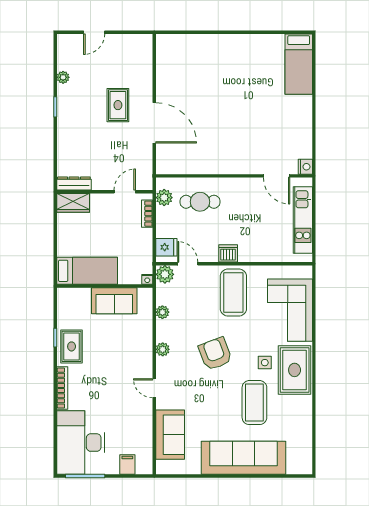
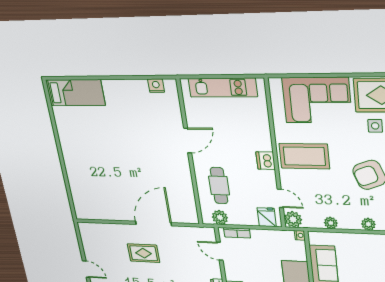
nightstand: (305, 167) -> (156, 86), moved
door: (277, 176) -> (188, 141), moved
door: (188, 264) -> (280, 198), swing flipped

